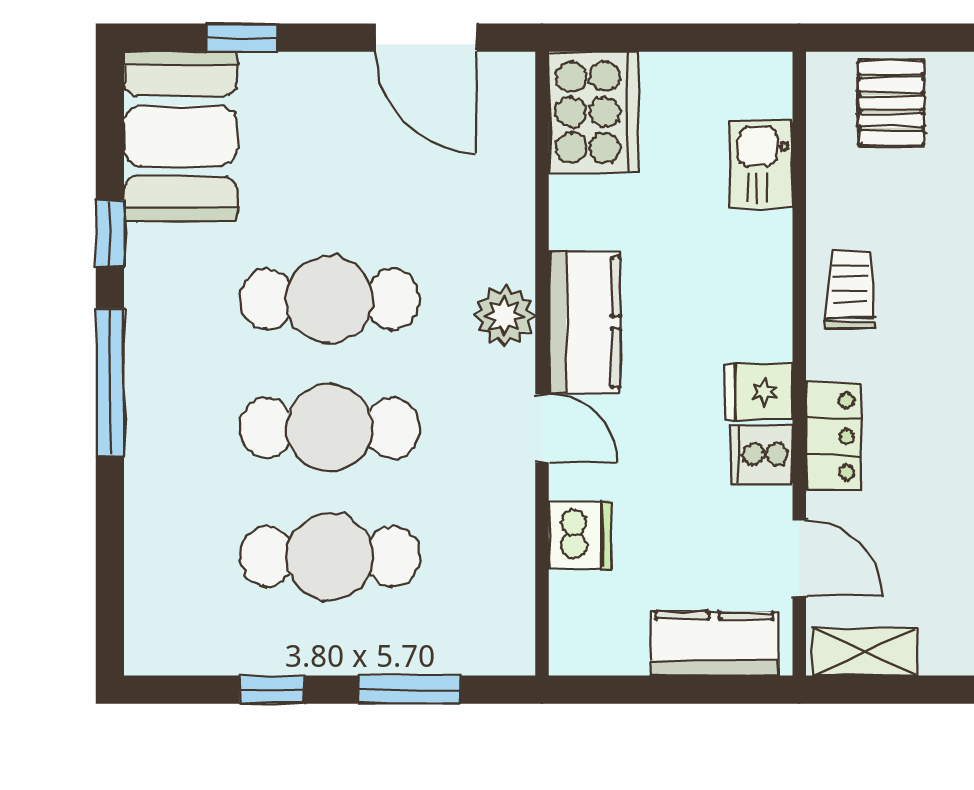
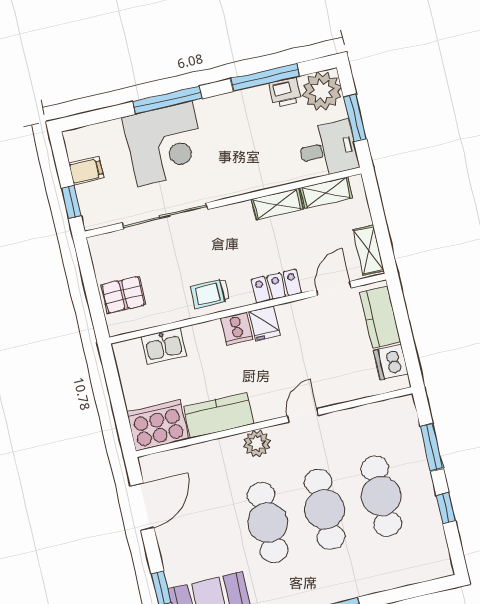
kitchen counter: (584, 322) -> (219, 415), moved
cooker: (762, 454) -> (237, 329), moved
dishwasher: (580, 535) -> (391, 362), moved, turned -90

